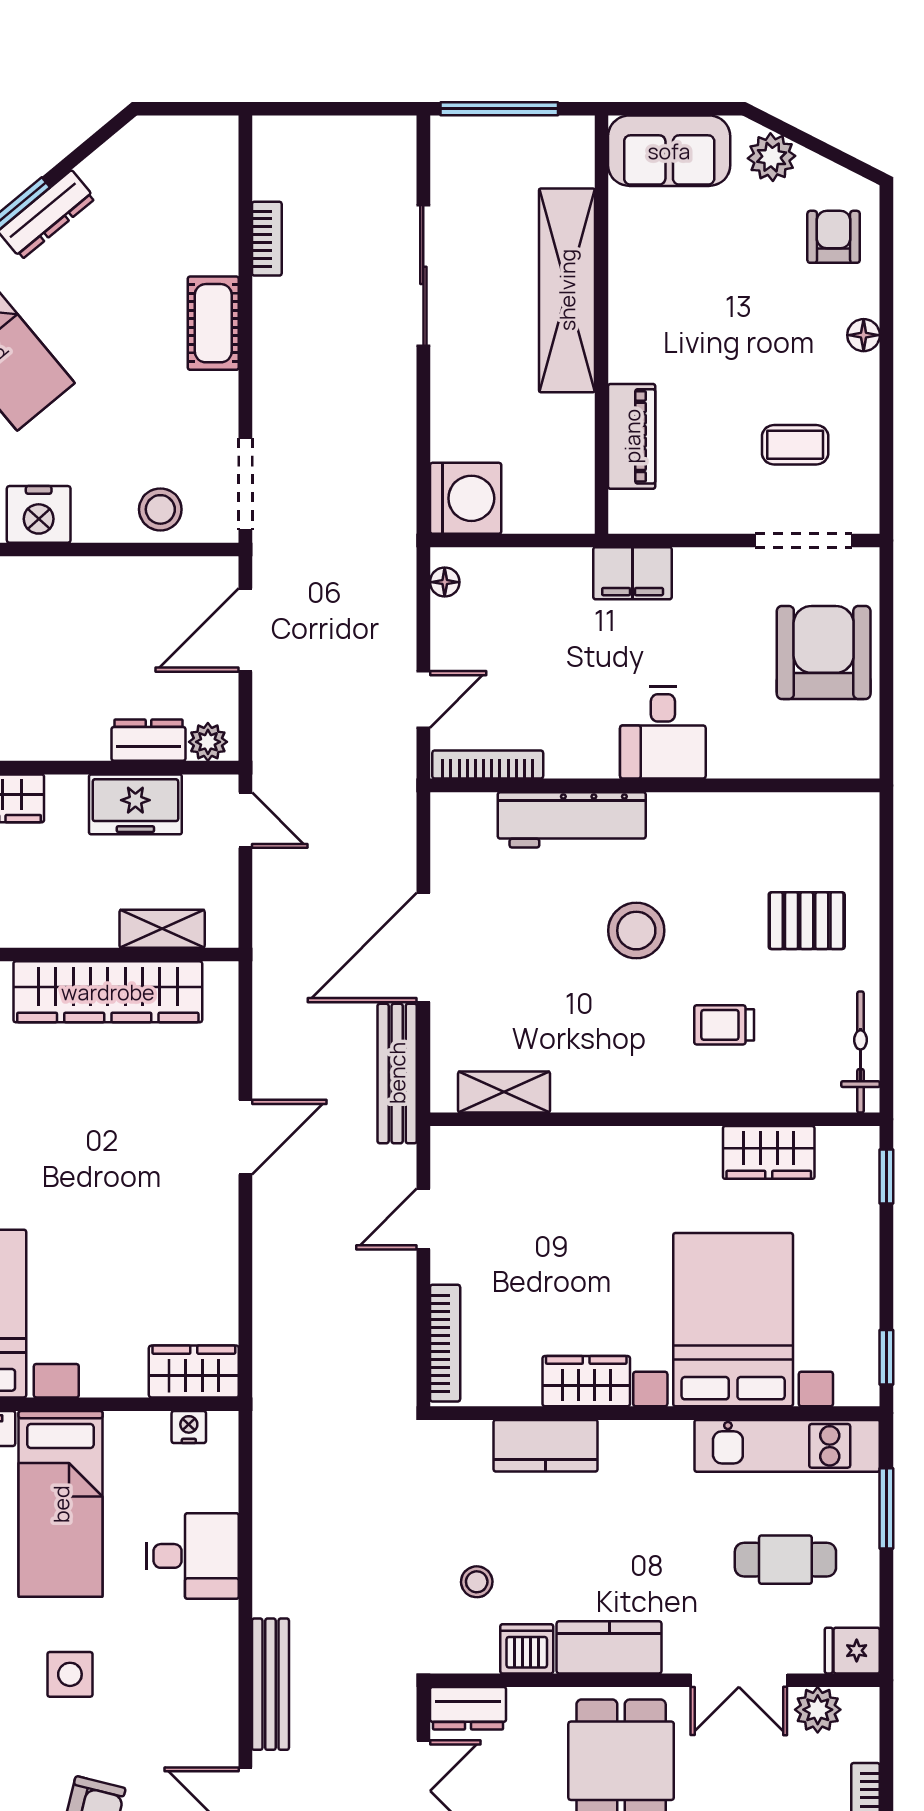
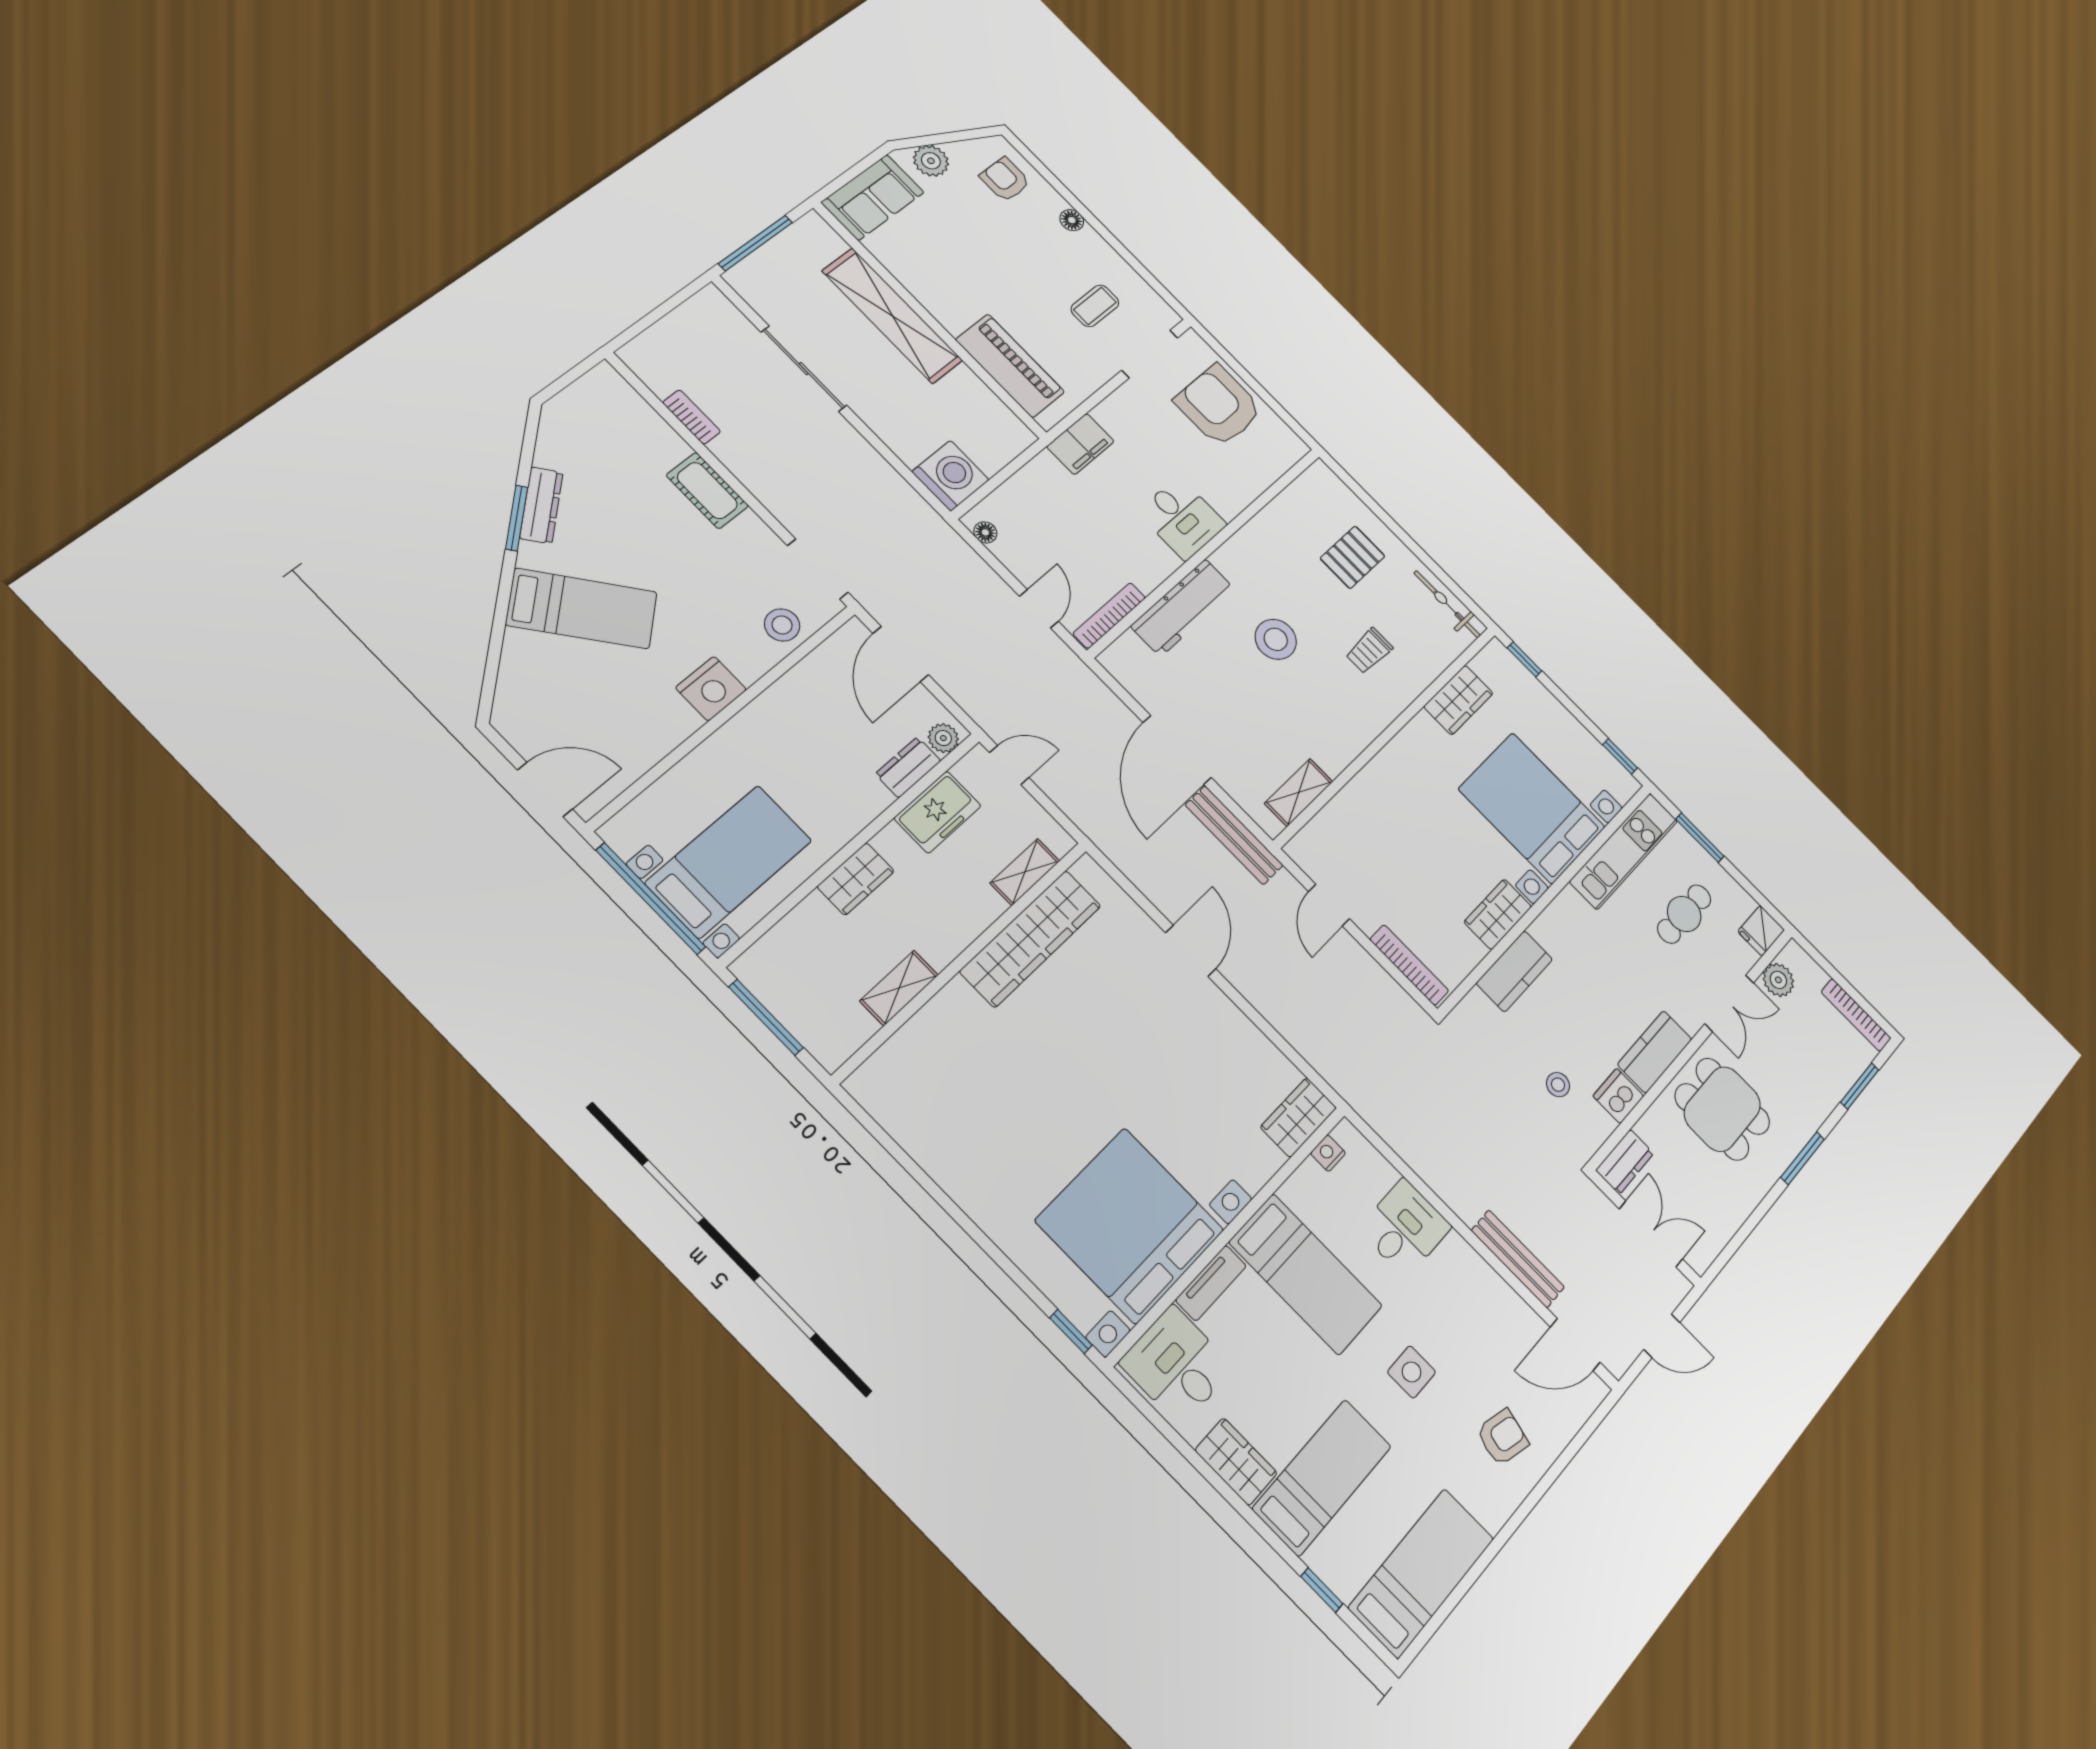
piano: (632, 436) -> (1010, 366), width x1.37, depth x1.33

